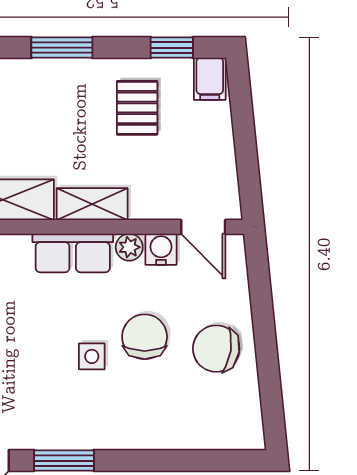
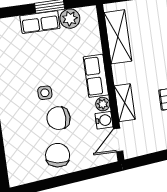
shelving: (92, 204) -> (125, 103), moved
chair: (145, 337) -> (59, 118), turned 180

